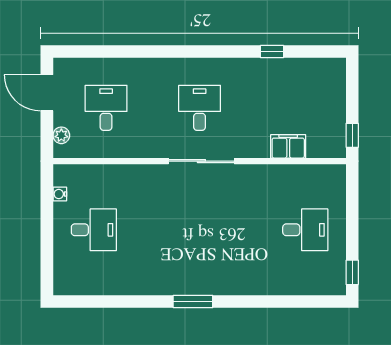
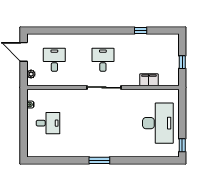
window: (352, 135) -> (182, 62), moved
desk: (305, 230) -> (158, 123), width x1.87, depth x1.30

